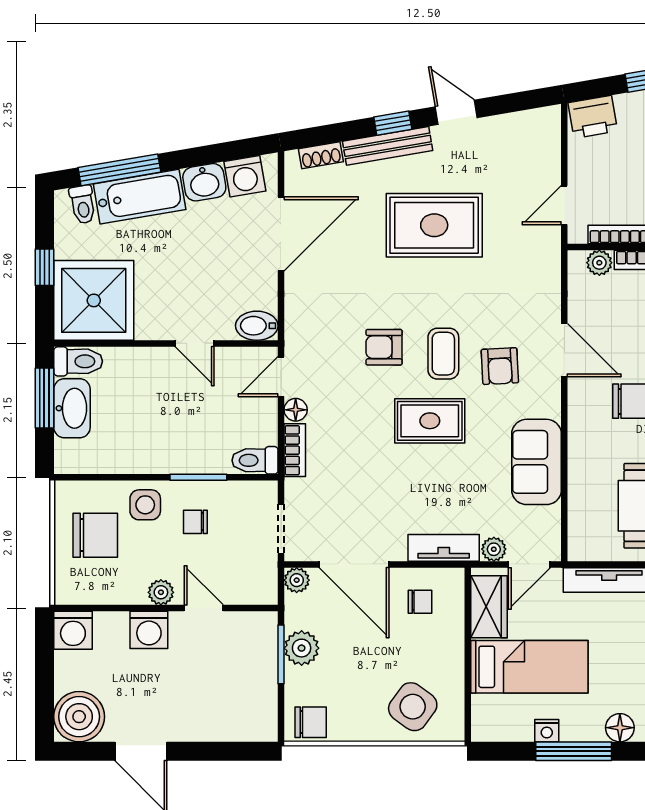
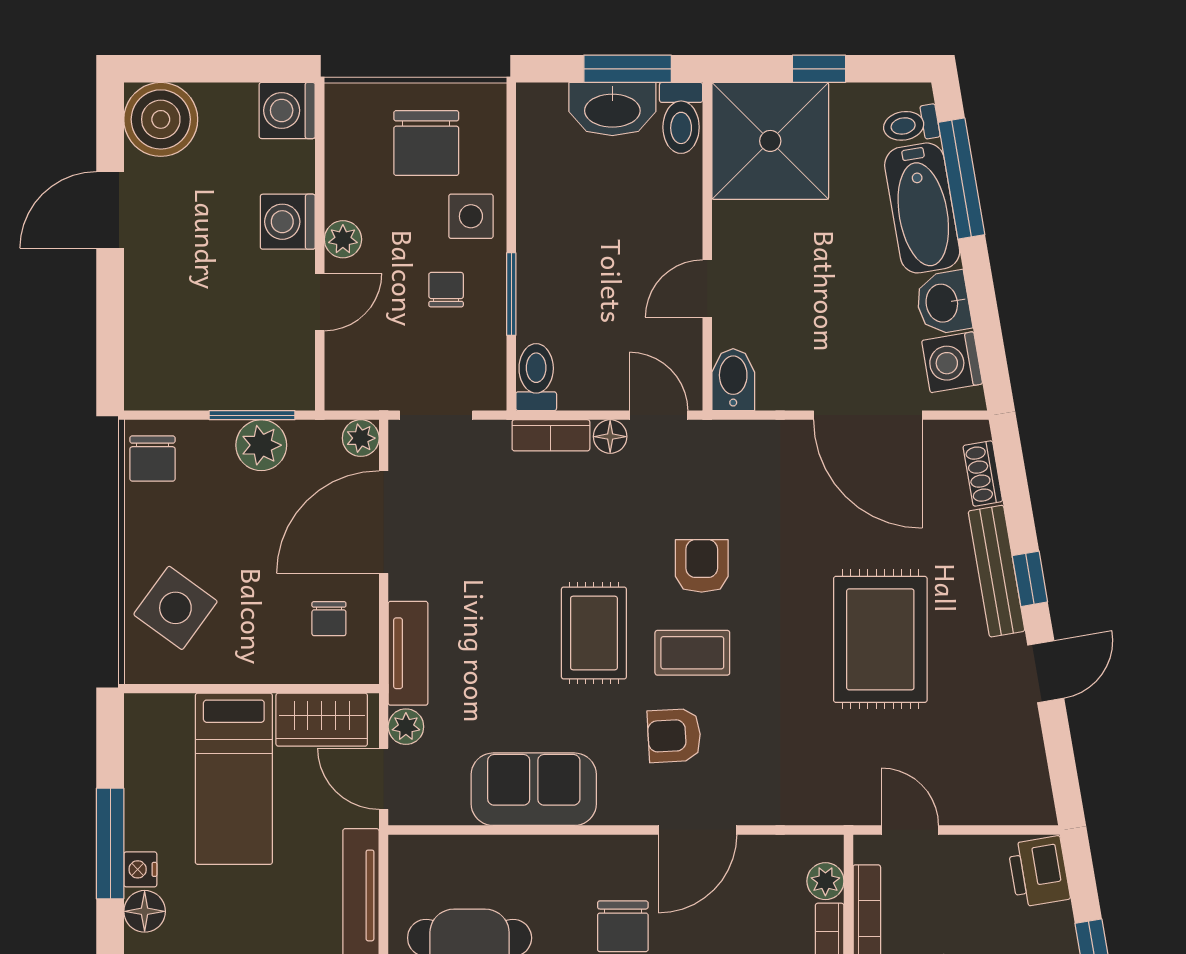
nightstand: (547, 731) -> (140, 869), moved

